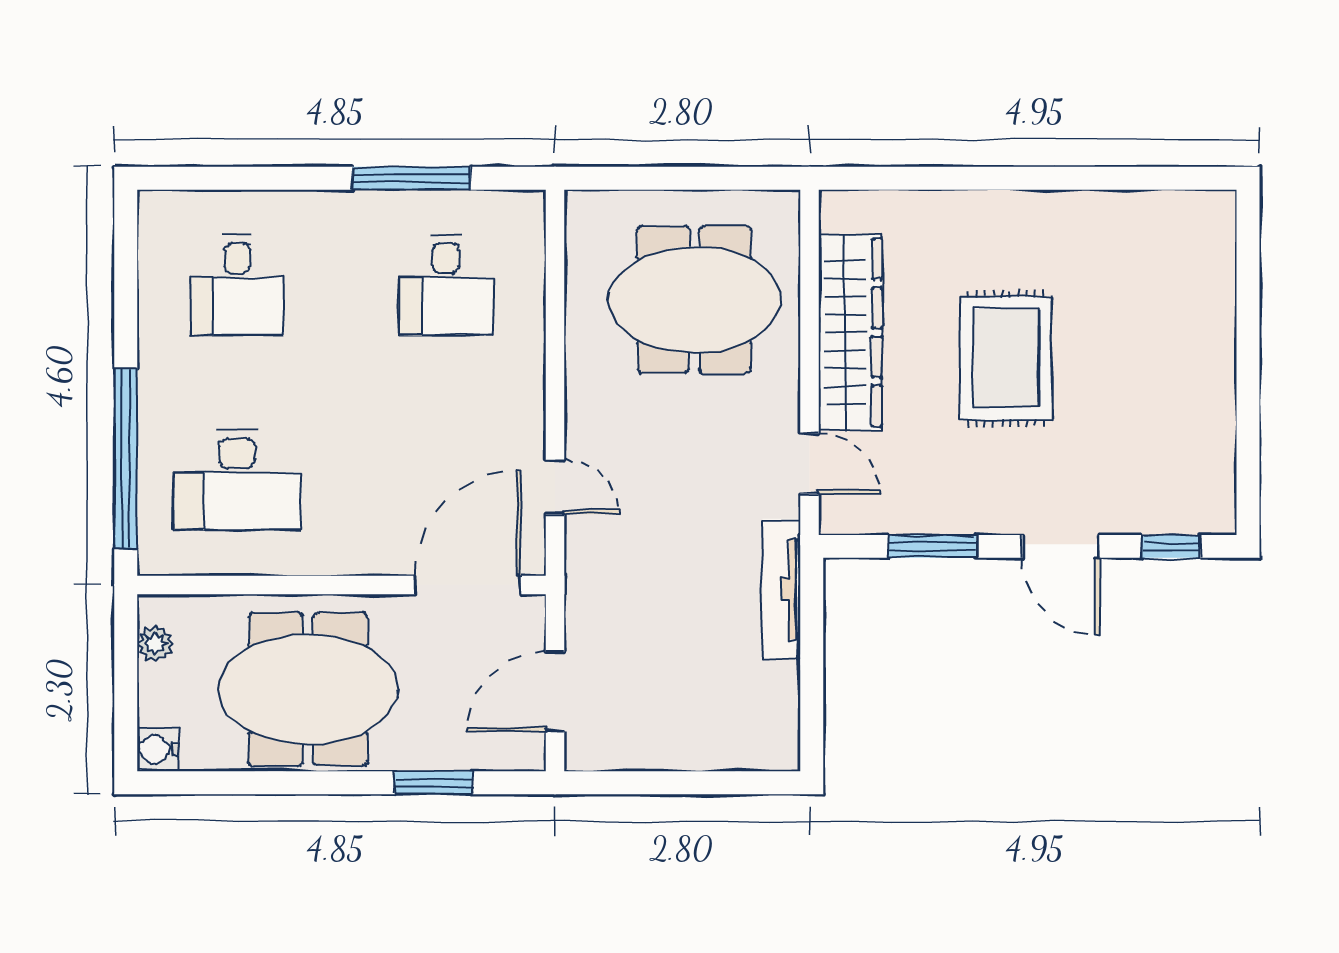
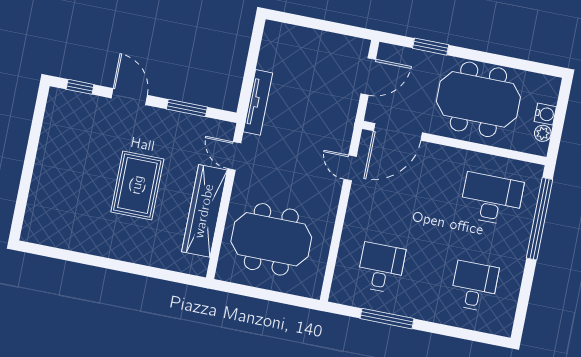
water cooler: (158, 749) -> (545, 114), moved

